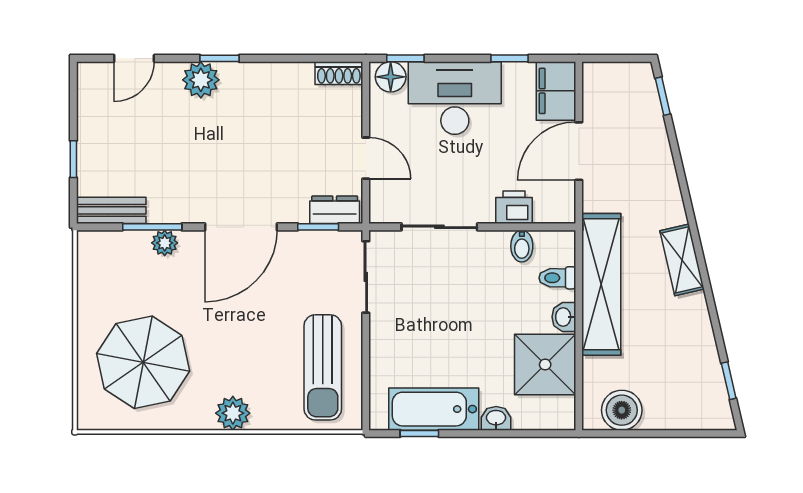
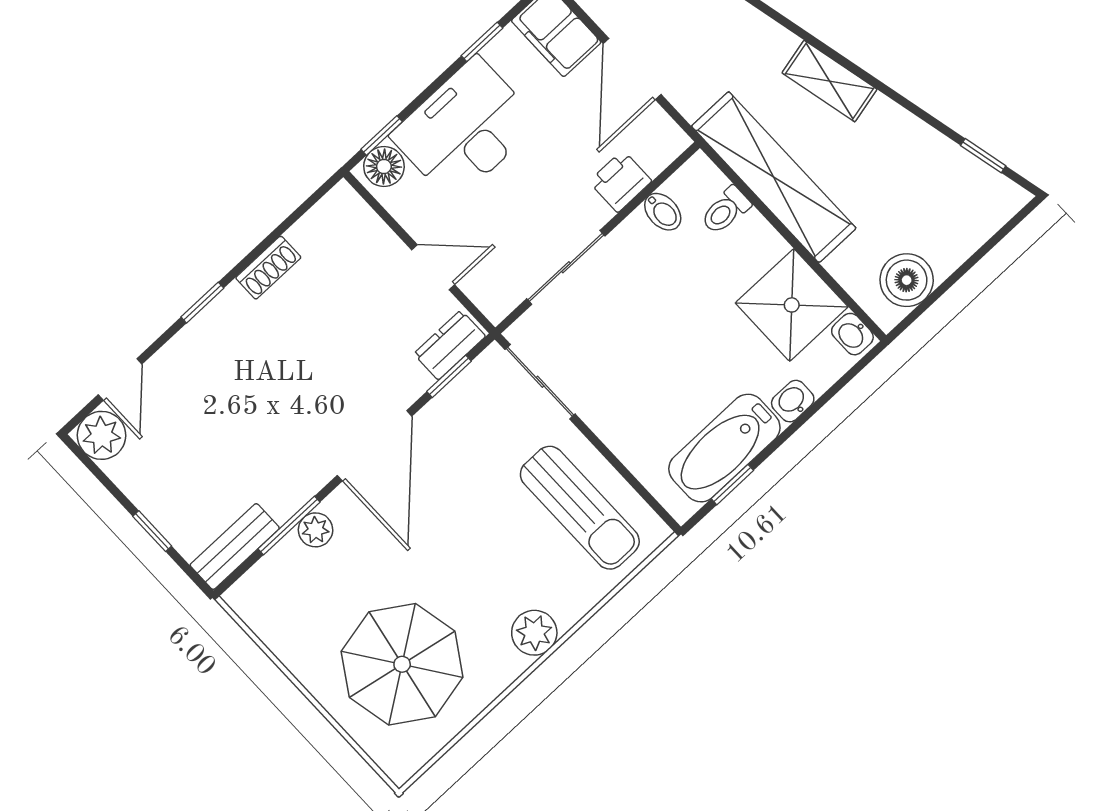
shoe rack: (339, 73) -> (268, 268), moved
plant: (201, 80) -> (102, 435), moved
washbasin: (564, 317) -> (852, 334), moved

